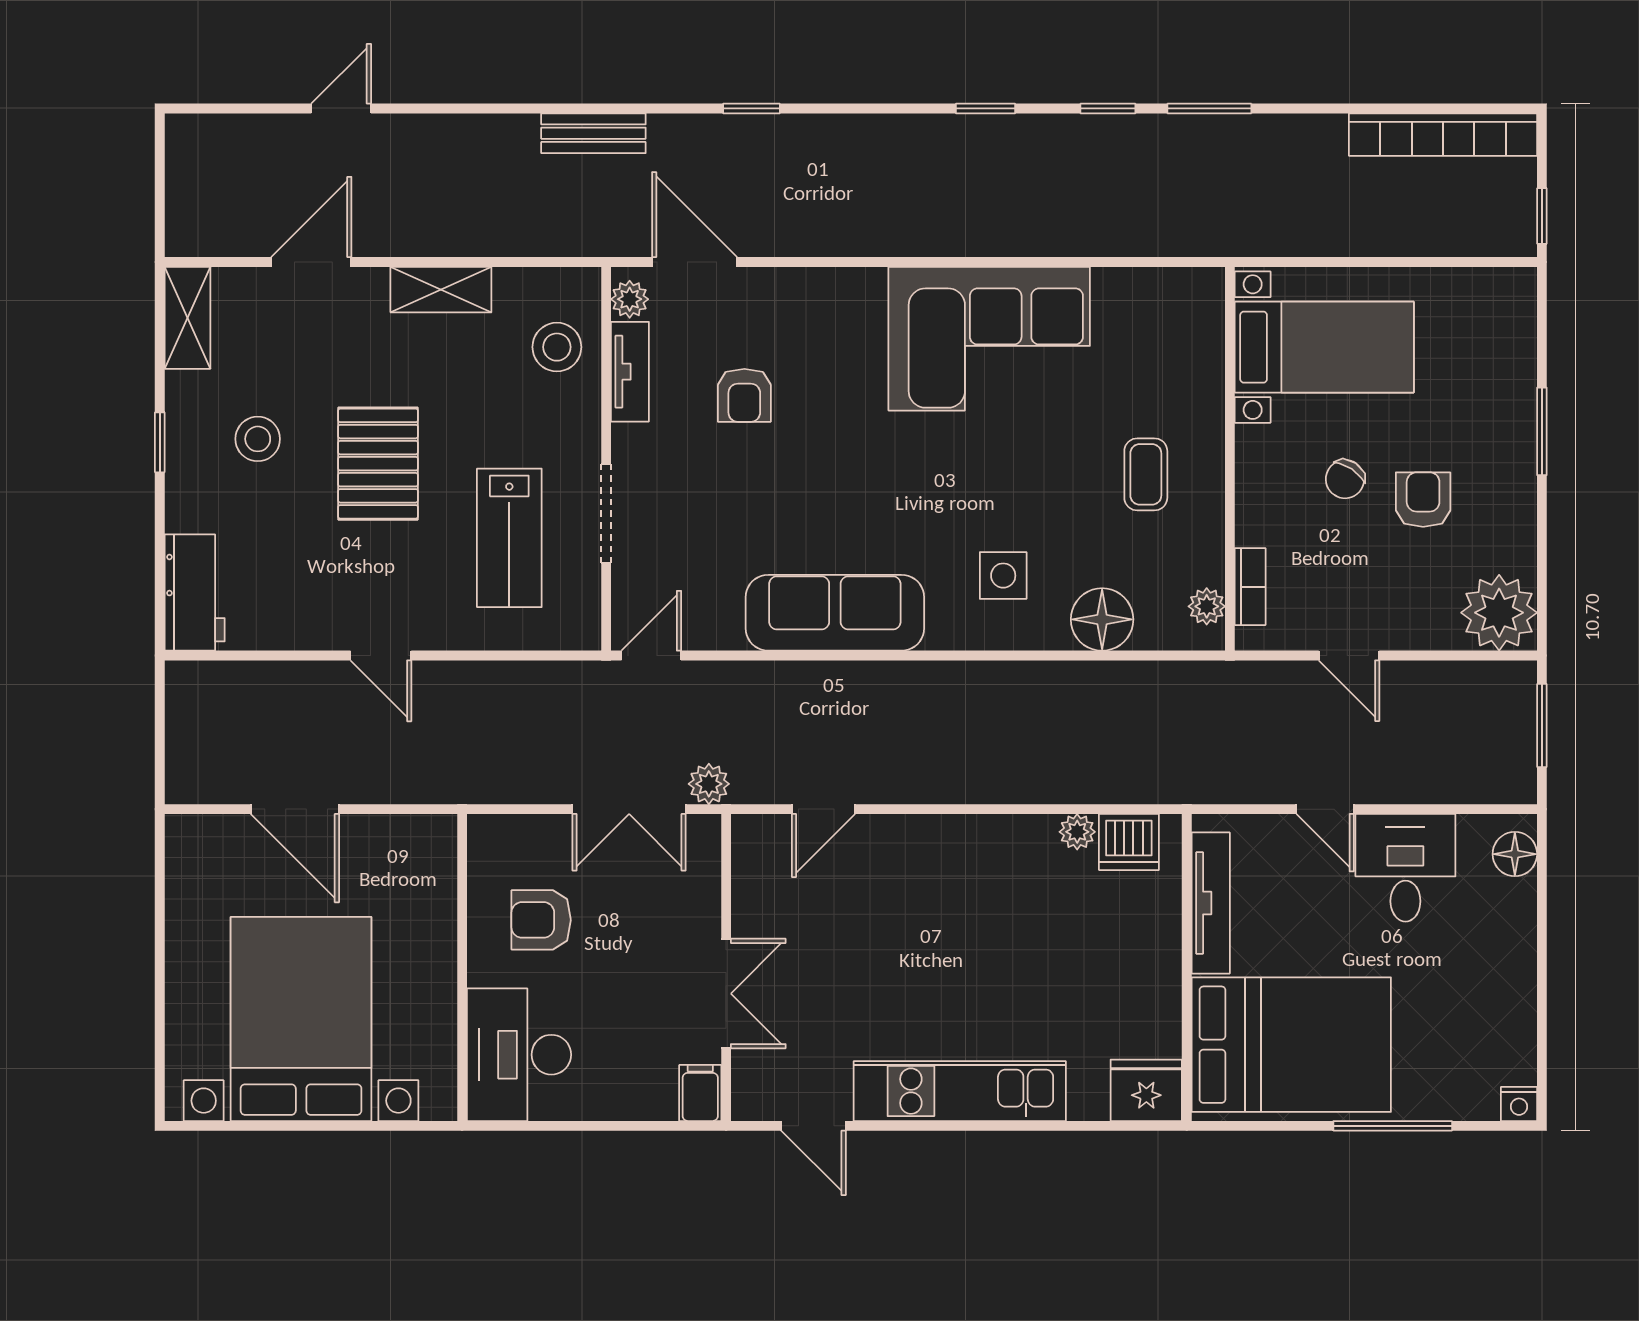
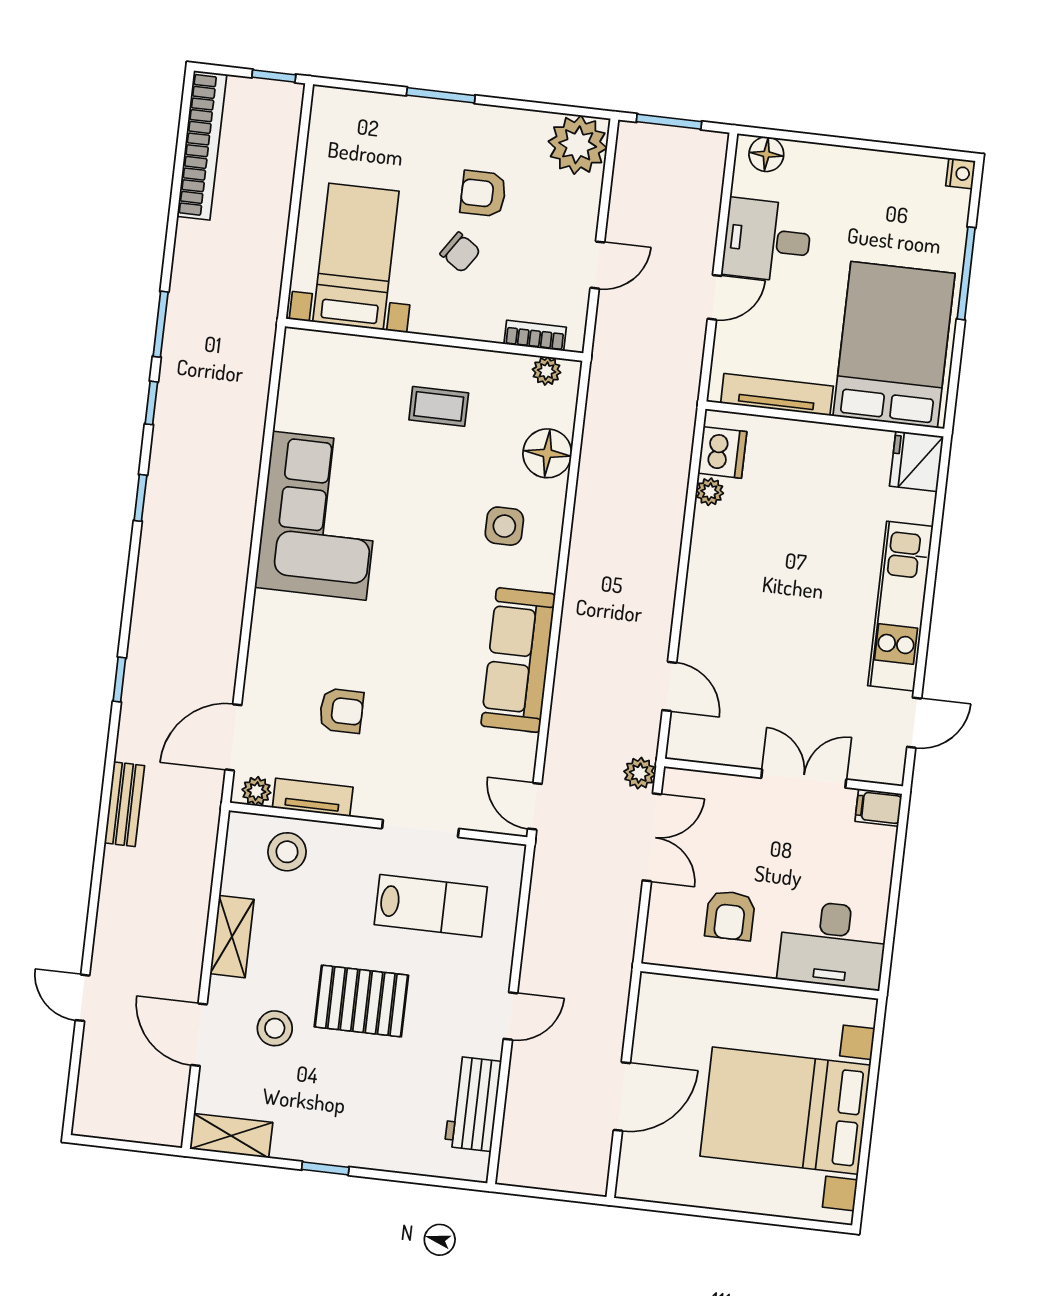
stool: (258, 439) -> (275, 1028), moved
workbench: (195, 593) -> (473, 1104), moved, turned -90

